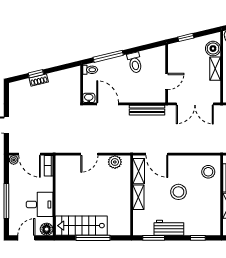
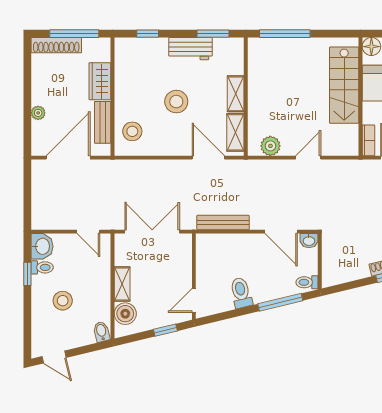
door: (167, 82) -> (194, 300), moved
stairs: (81, 226) -> (344, 85), moved, turned 90
window: (93, 238) -> (285, 34), moved

